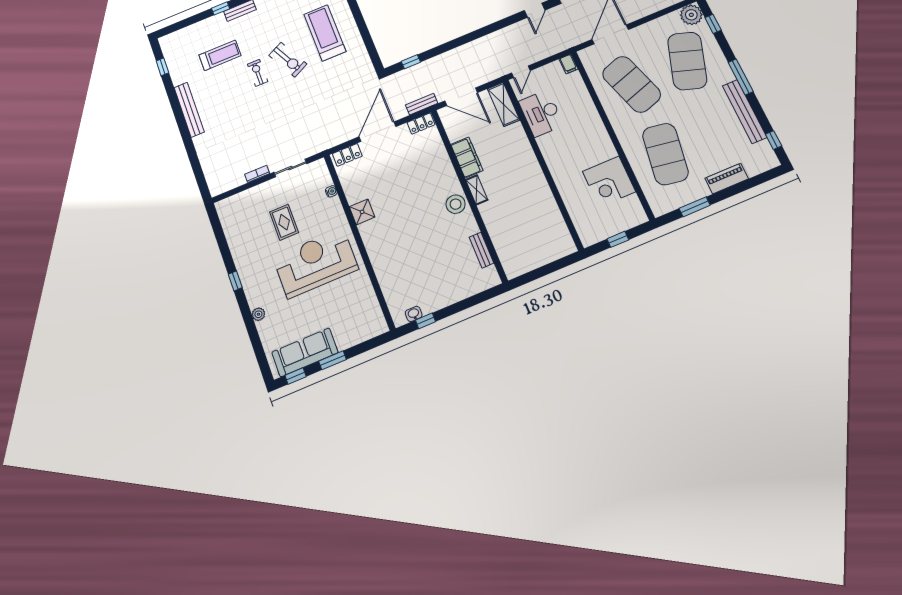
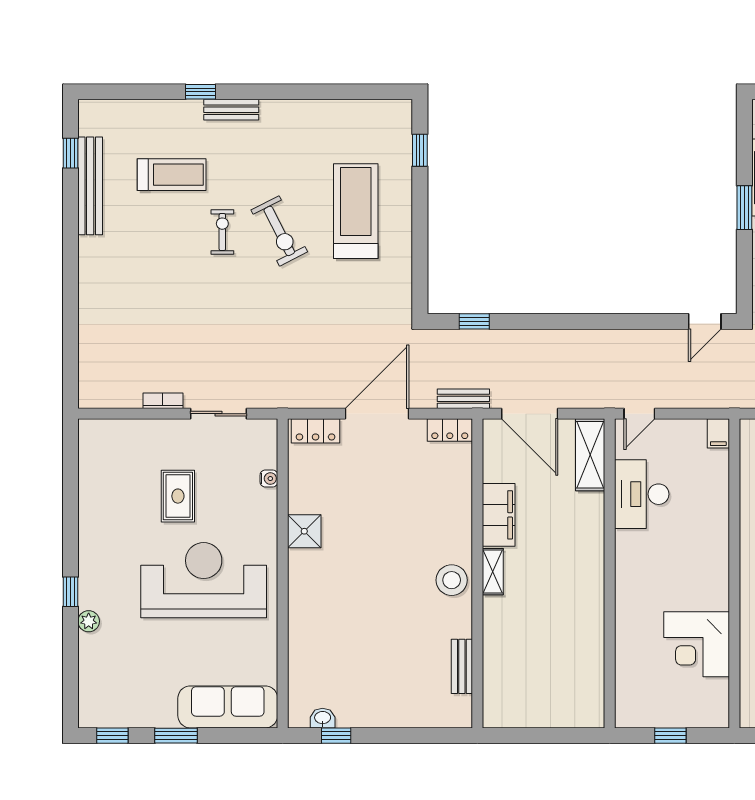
bench: (189, 110) -> (90, 186), moved
window: (235, 281) -> (71, 592), moved
sofa: (305, 352) -> (228, 707), moved

